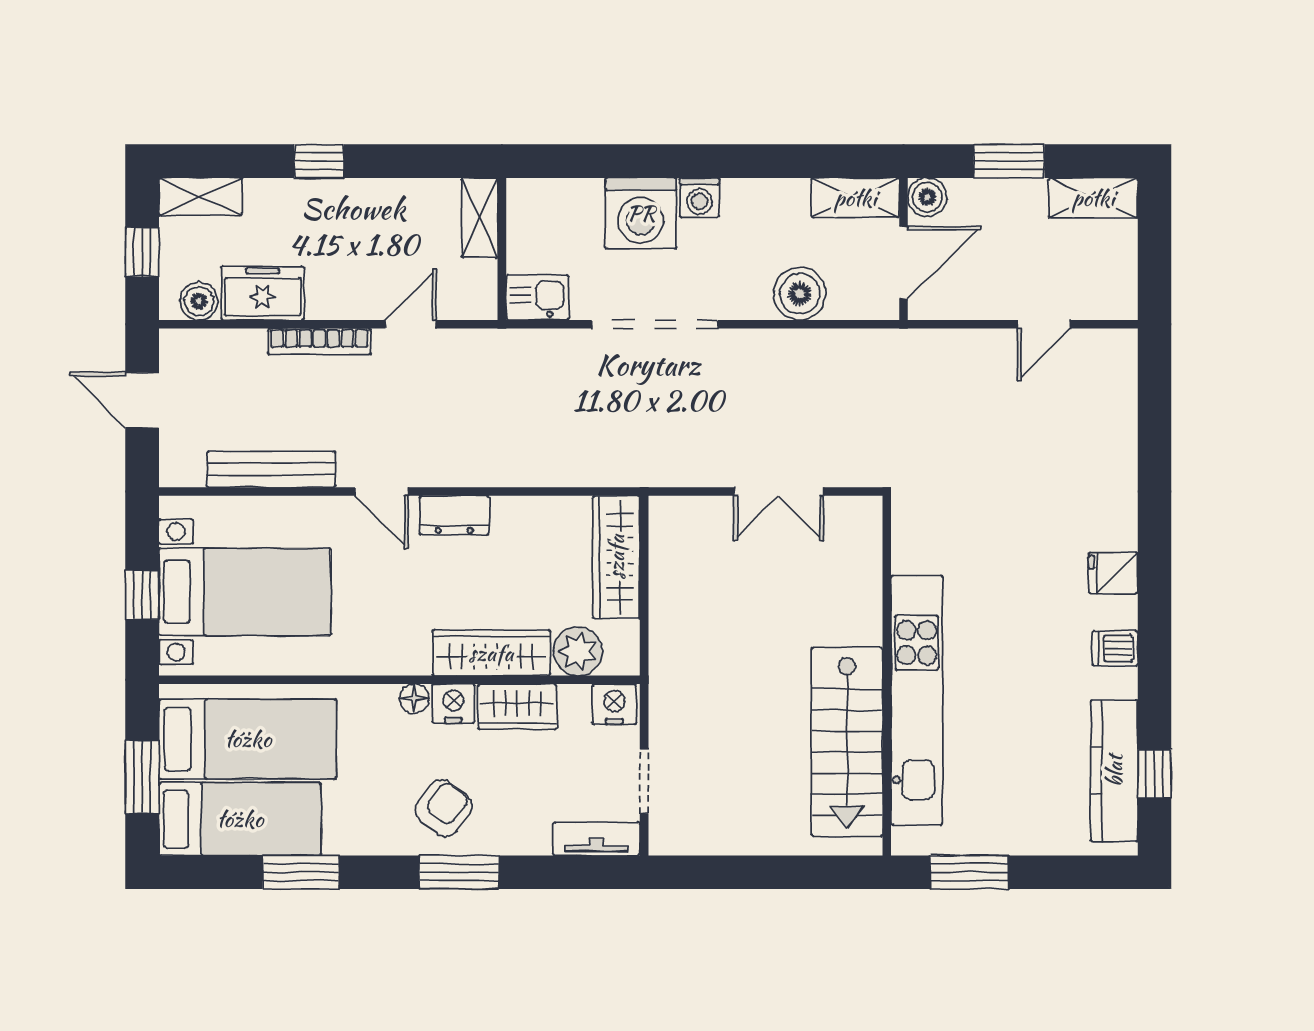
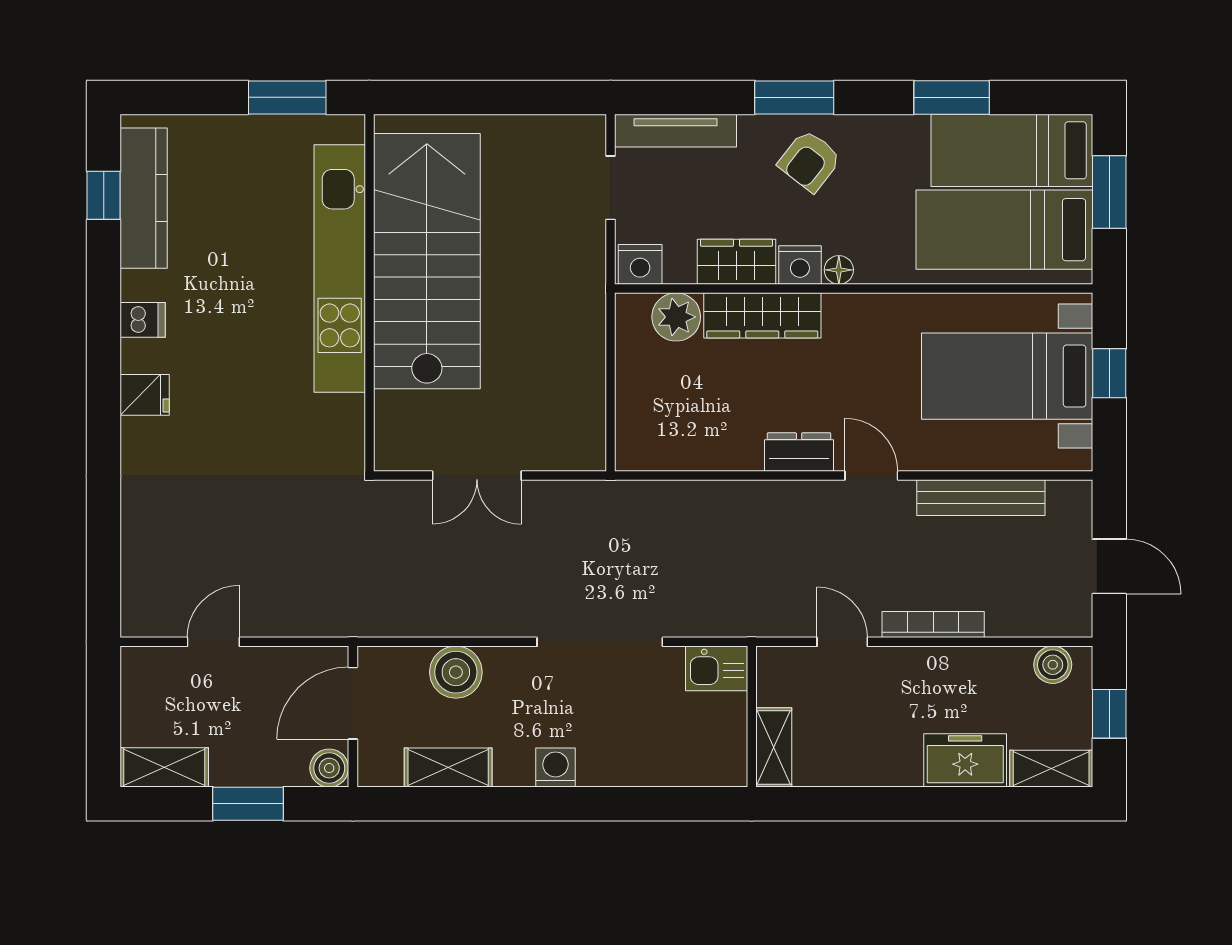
window: (319, 161) -> (933, 804), removed
shelving: (855, 198) -> (448, 768), moved
washing machine: (641, 213) -> (614, 752), removed
freezer: (263, 293) -> (965, 760), moved, turned 180
door: (411, 324) -> (842, 642), swing flipped
double door: (779, 492) -> (477, 476), swing flipped
wardrobe: (616, 557) -> (638, 411), removed
stairs: (847, 742) -> (427, 261), width x1.36, depth x1.51
tv unit: (596, 839) -> (675, 131), width x1.41

